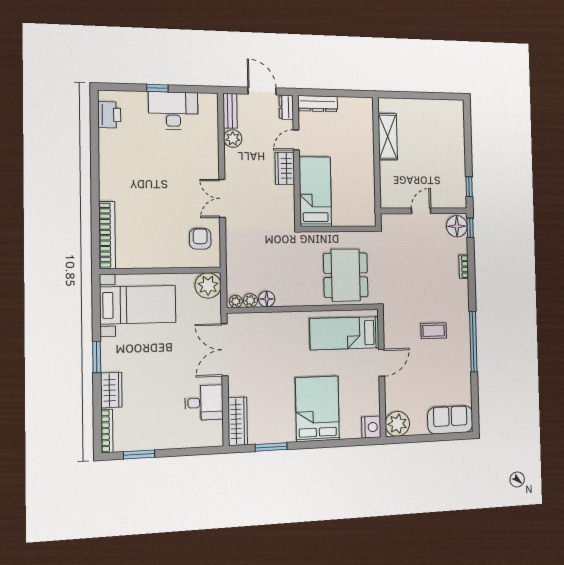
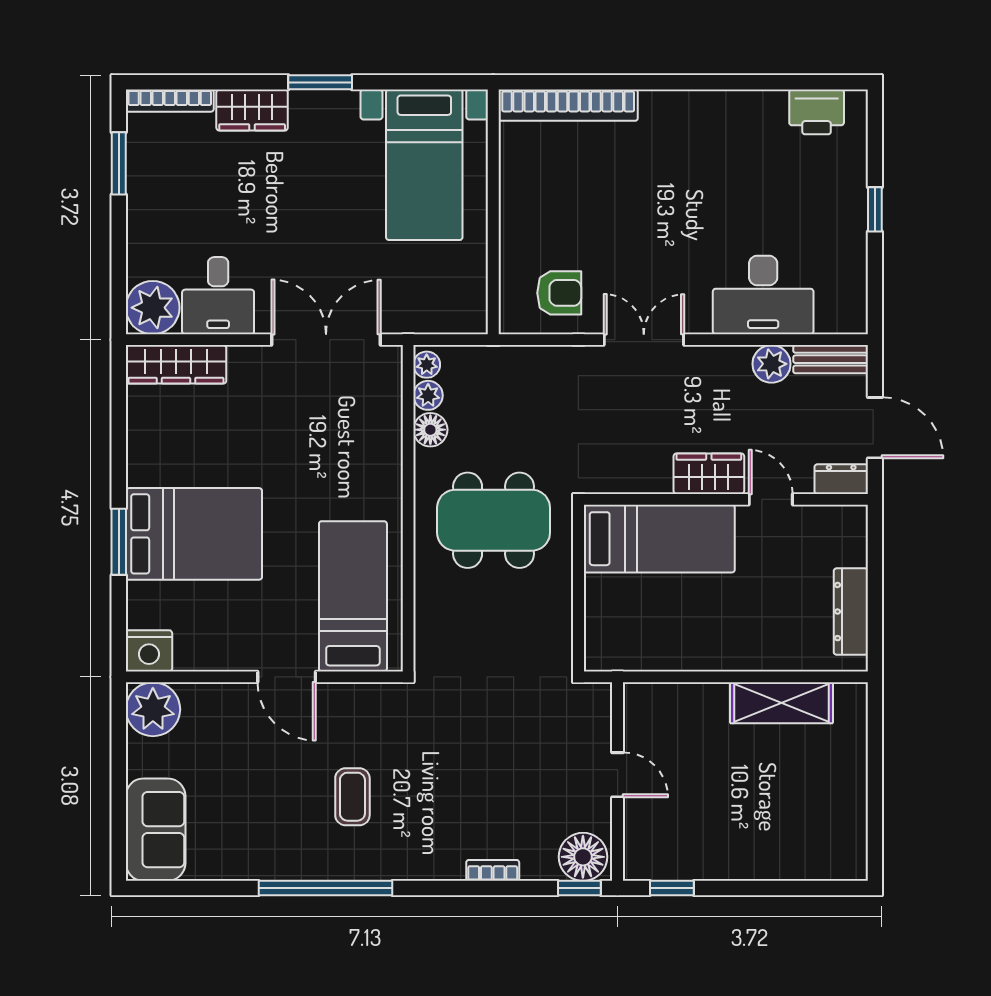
door: (262, 91) -> (875, 428), hinge flipped
dresser: (318, 104) -> (851, 612), moved
desk: (173, 111) -> (763, 295), moved, turned 90
dining table: (346, 275) -> (494, 520), moved
plant: (208, 285) -> (153, 308), moved
window: (271, 447) -> (119, 542), moved

